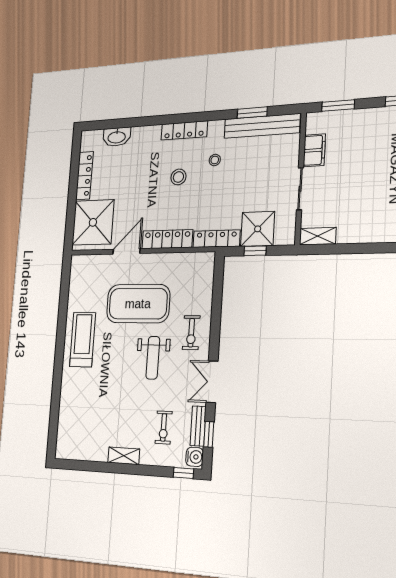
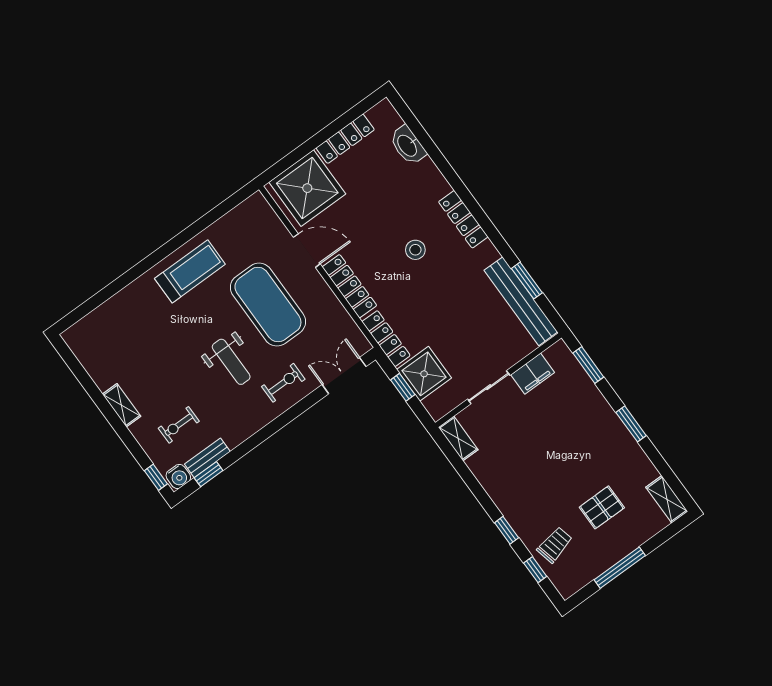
stool: (215, 160) -> (457, 277), removed
exercise bike: (191, 333) -> (283, 383), turned 180
weight bench: (153, 358) -> (231, 362), turned -90
double door: (212, 382) -> (344, 376), moved

